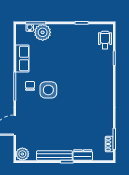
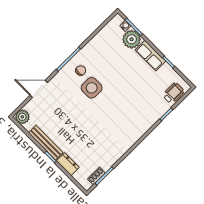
row of seats: (22, 58) -> (150, 56), moved, turned 90

